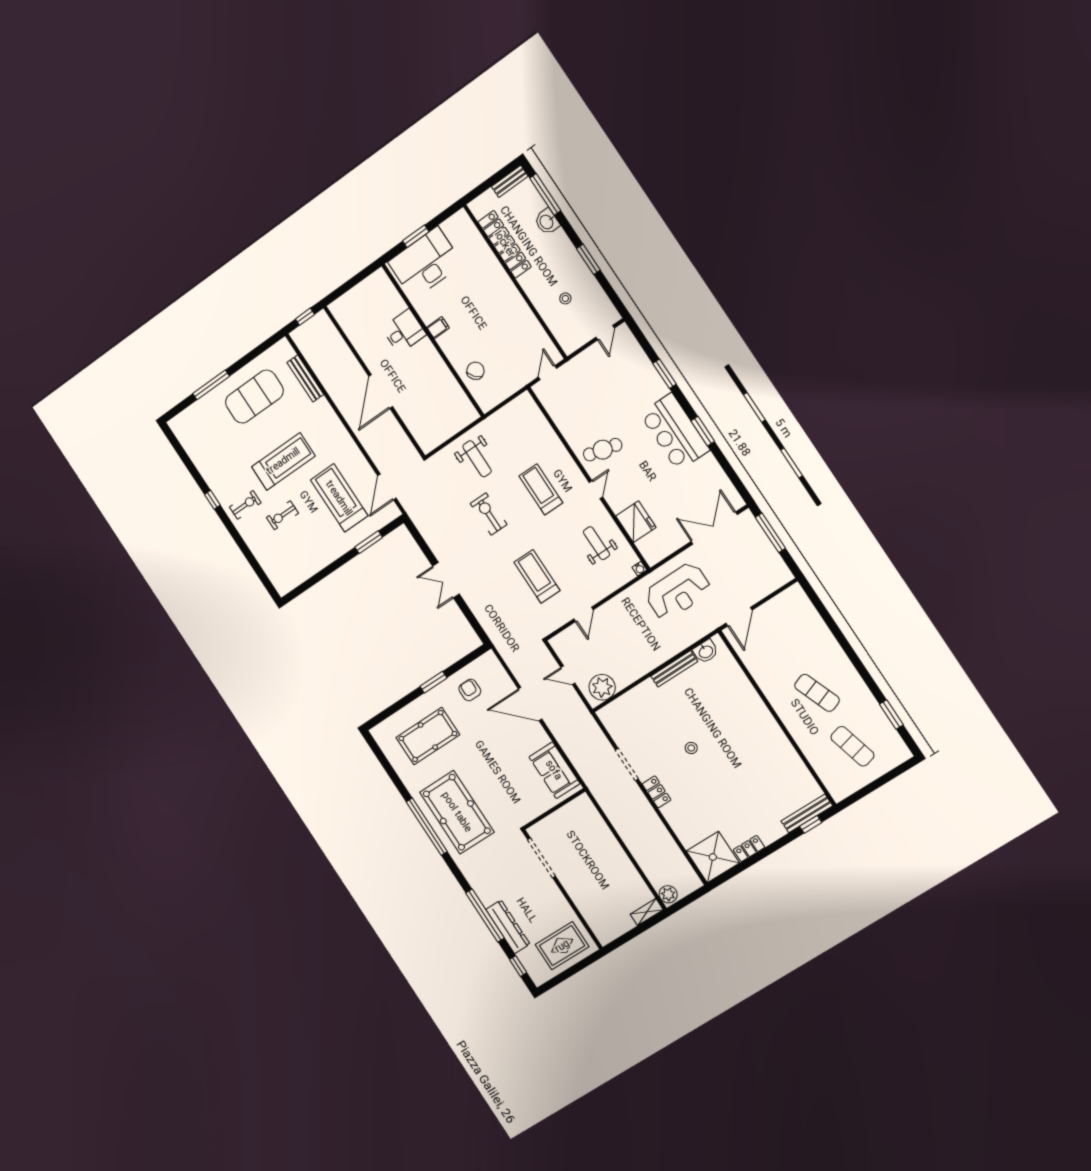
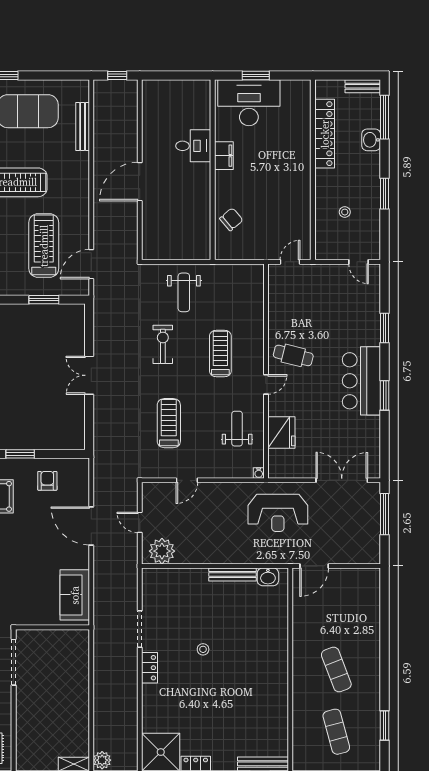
filing cabinet: (438, 328) -> (224, 156), width x2.00
door: (605, 333) -> (359, 262), hinge flipped

